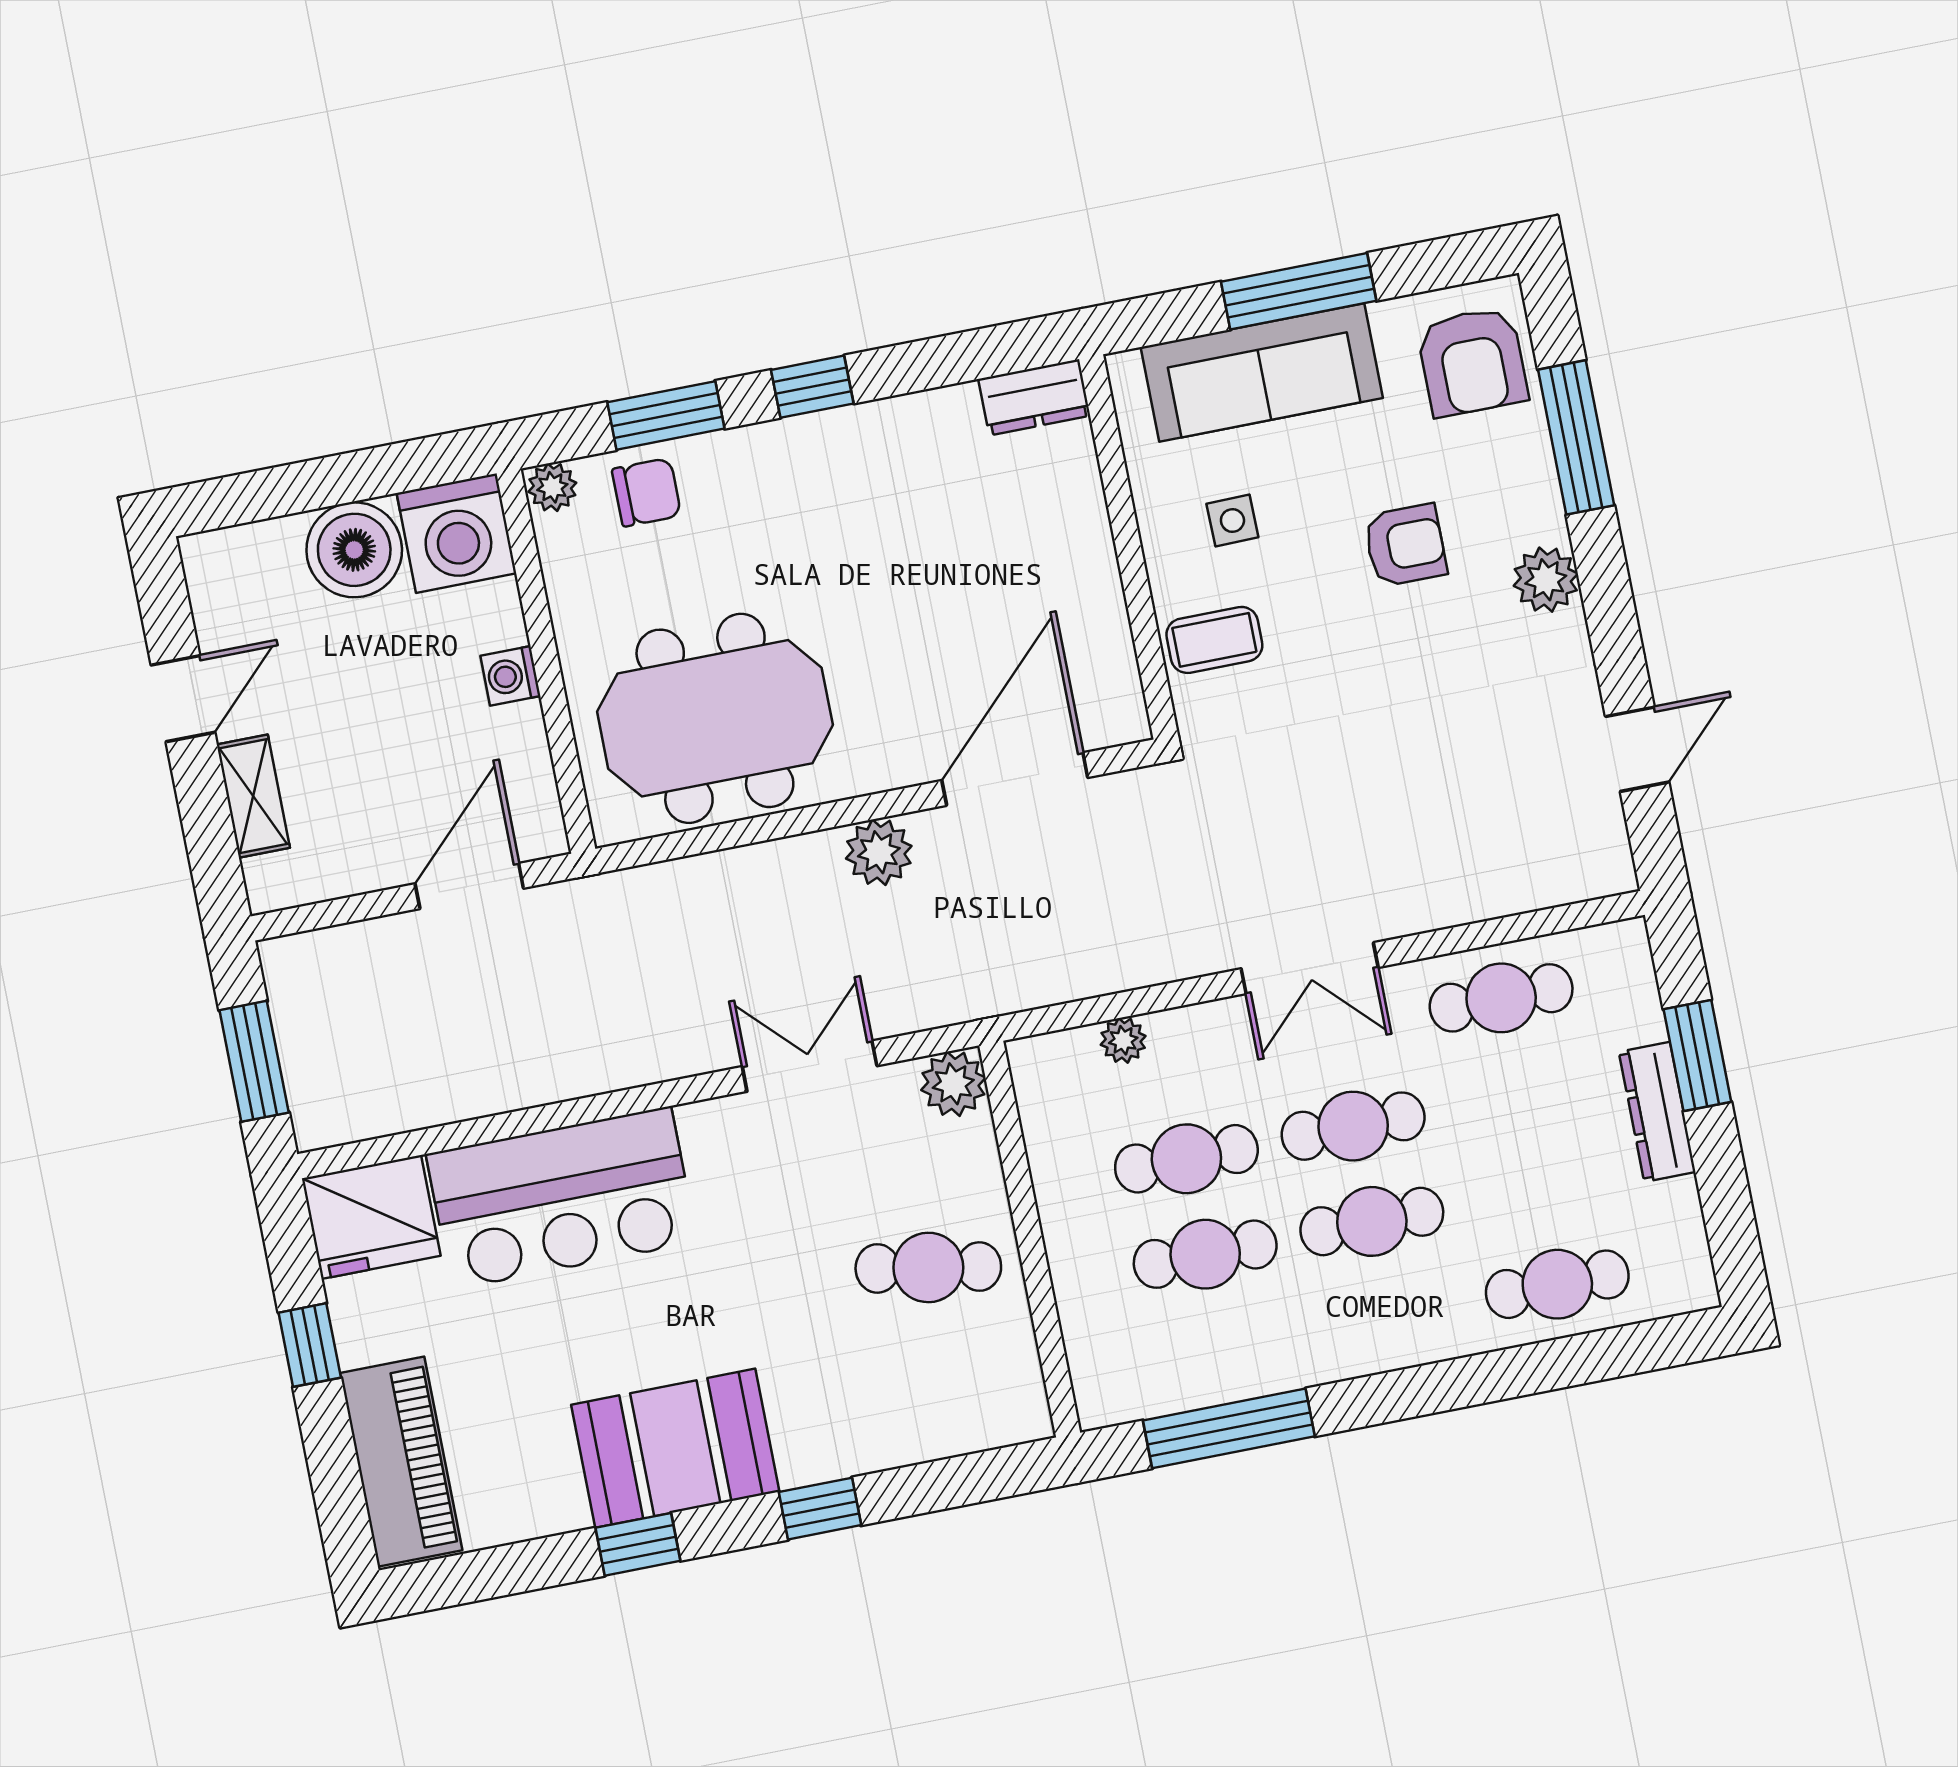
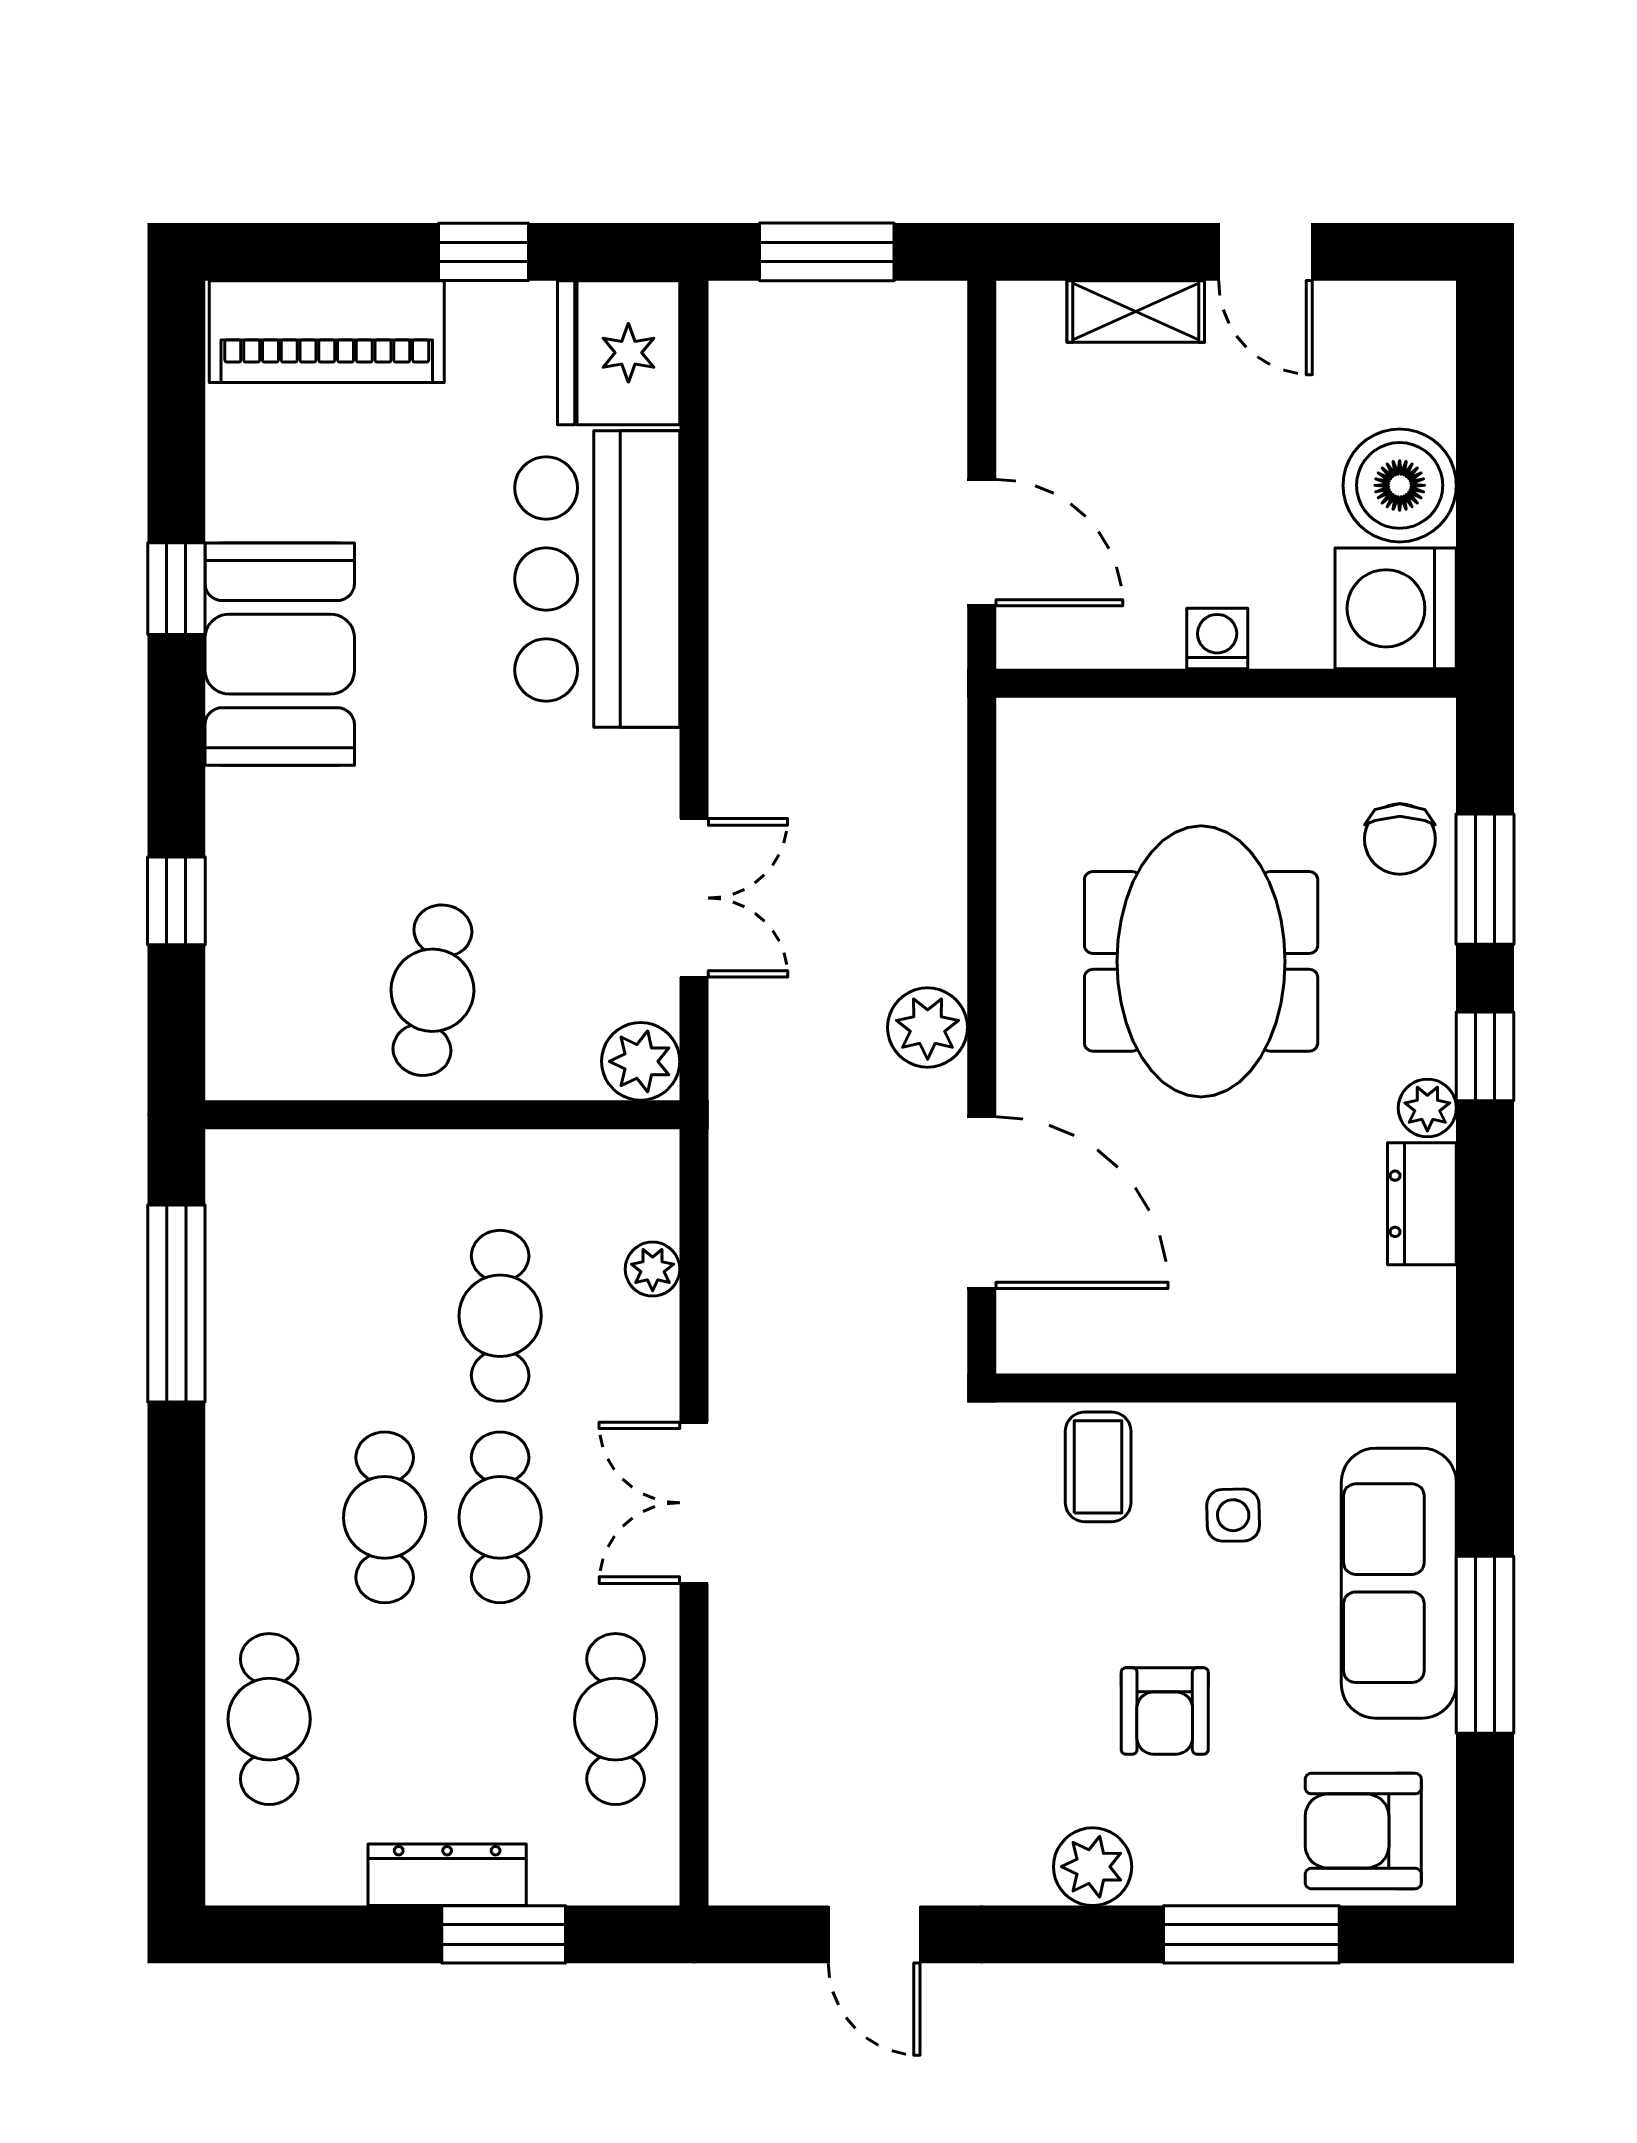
dresser: (1034, 397) -> (1422, 1204), moved
plant: (552, 487) -> (1427, 1108), moved
meeting table: (715, 718) -> (1201, 961), moved
cafe table: (1205, 1254) -> (385, 1316), removed
window: (820, 1509) -> (176, 901), moved

